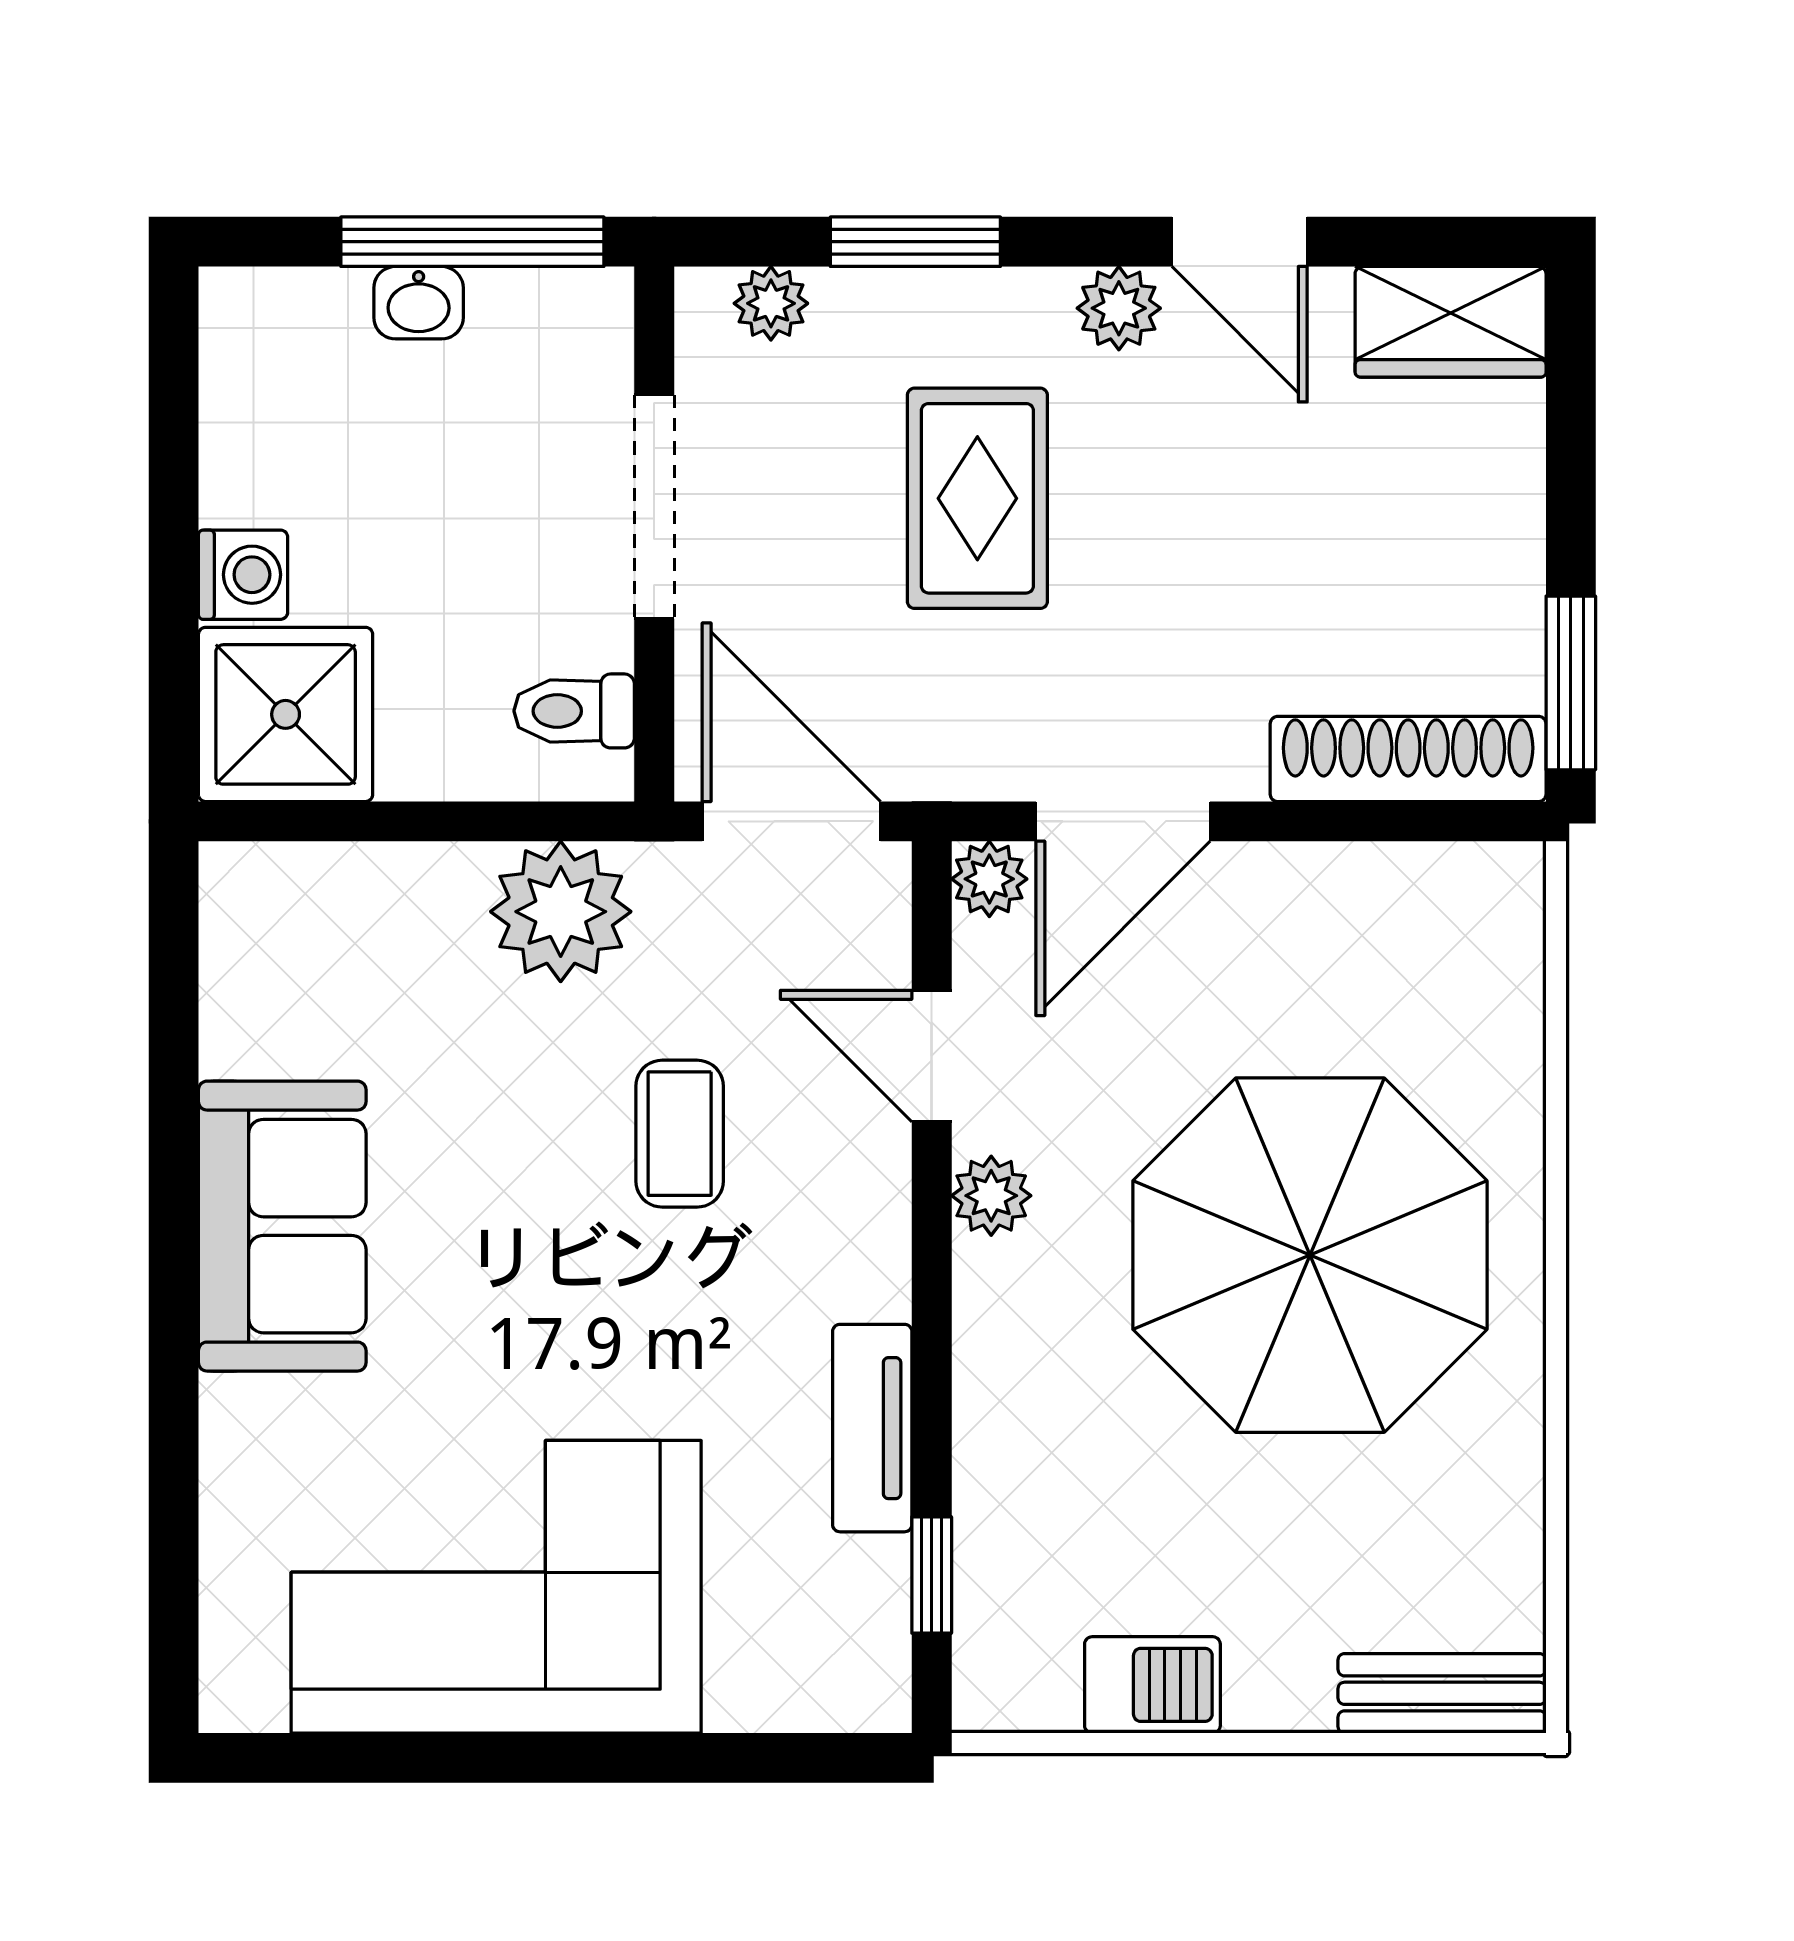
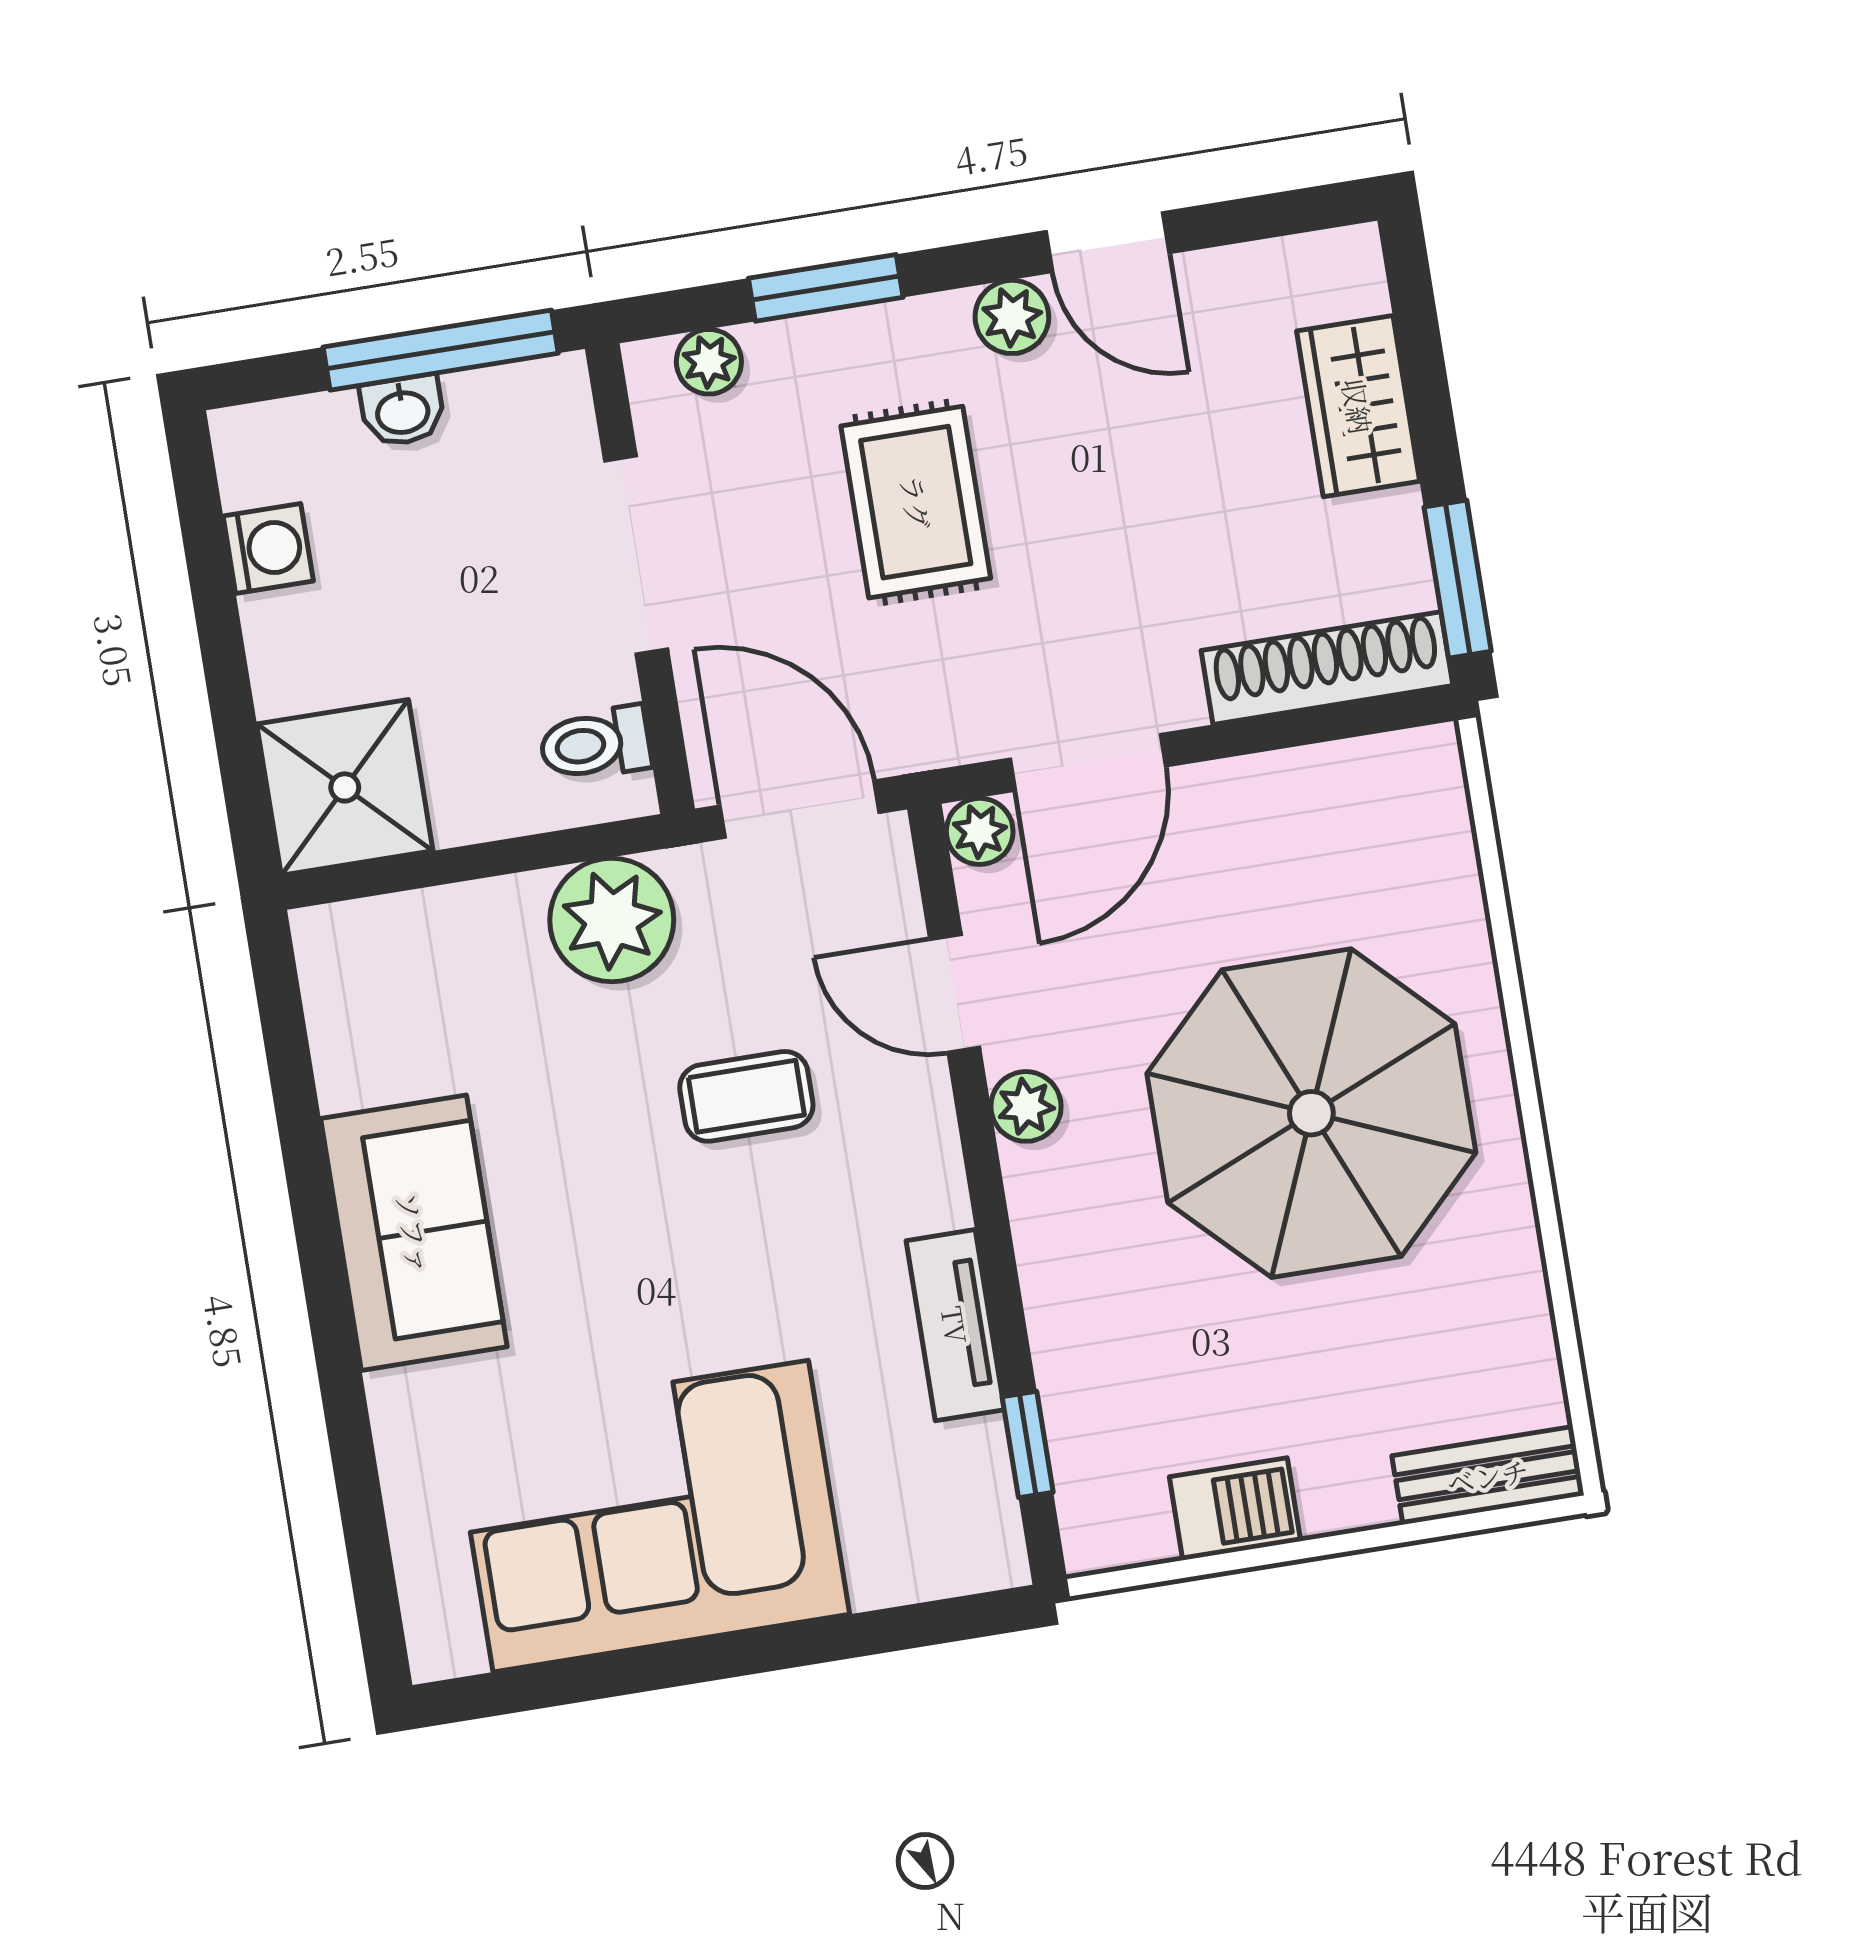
wardrobe: (1451, 322) -> (1358, 406), moved, turned 90
washing machine: (243, 575) -> (268, 548), moved
coffee table: (680, 1134) -> (746, 1096), turned 90

